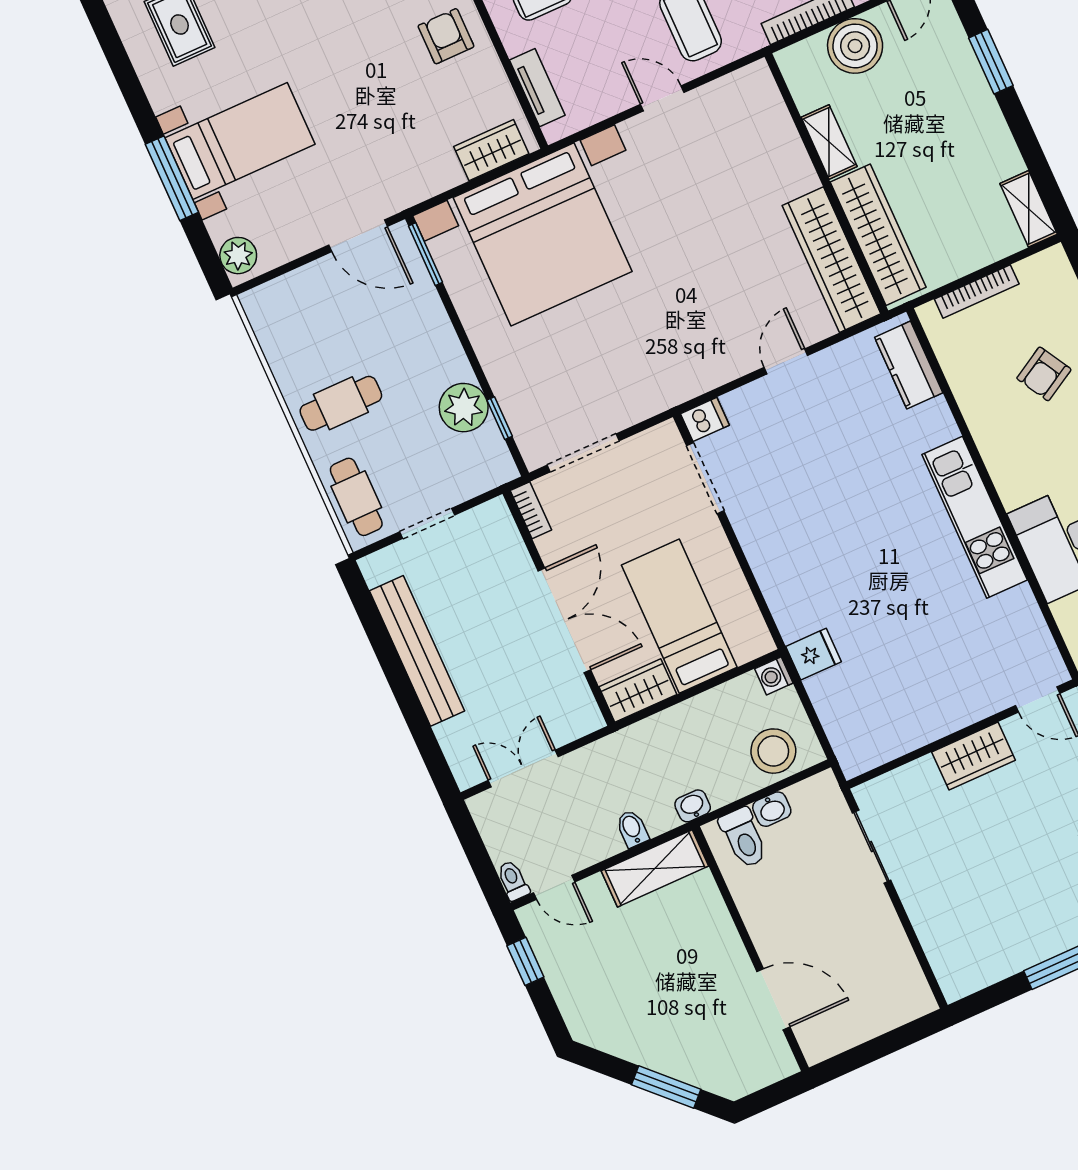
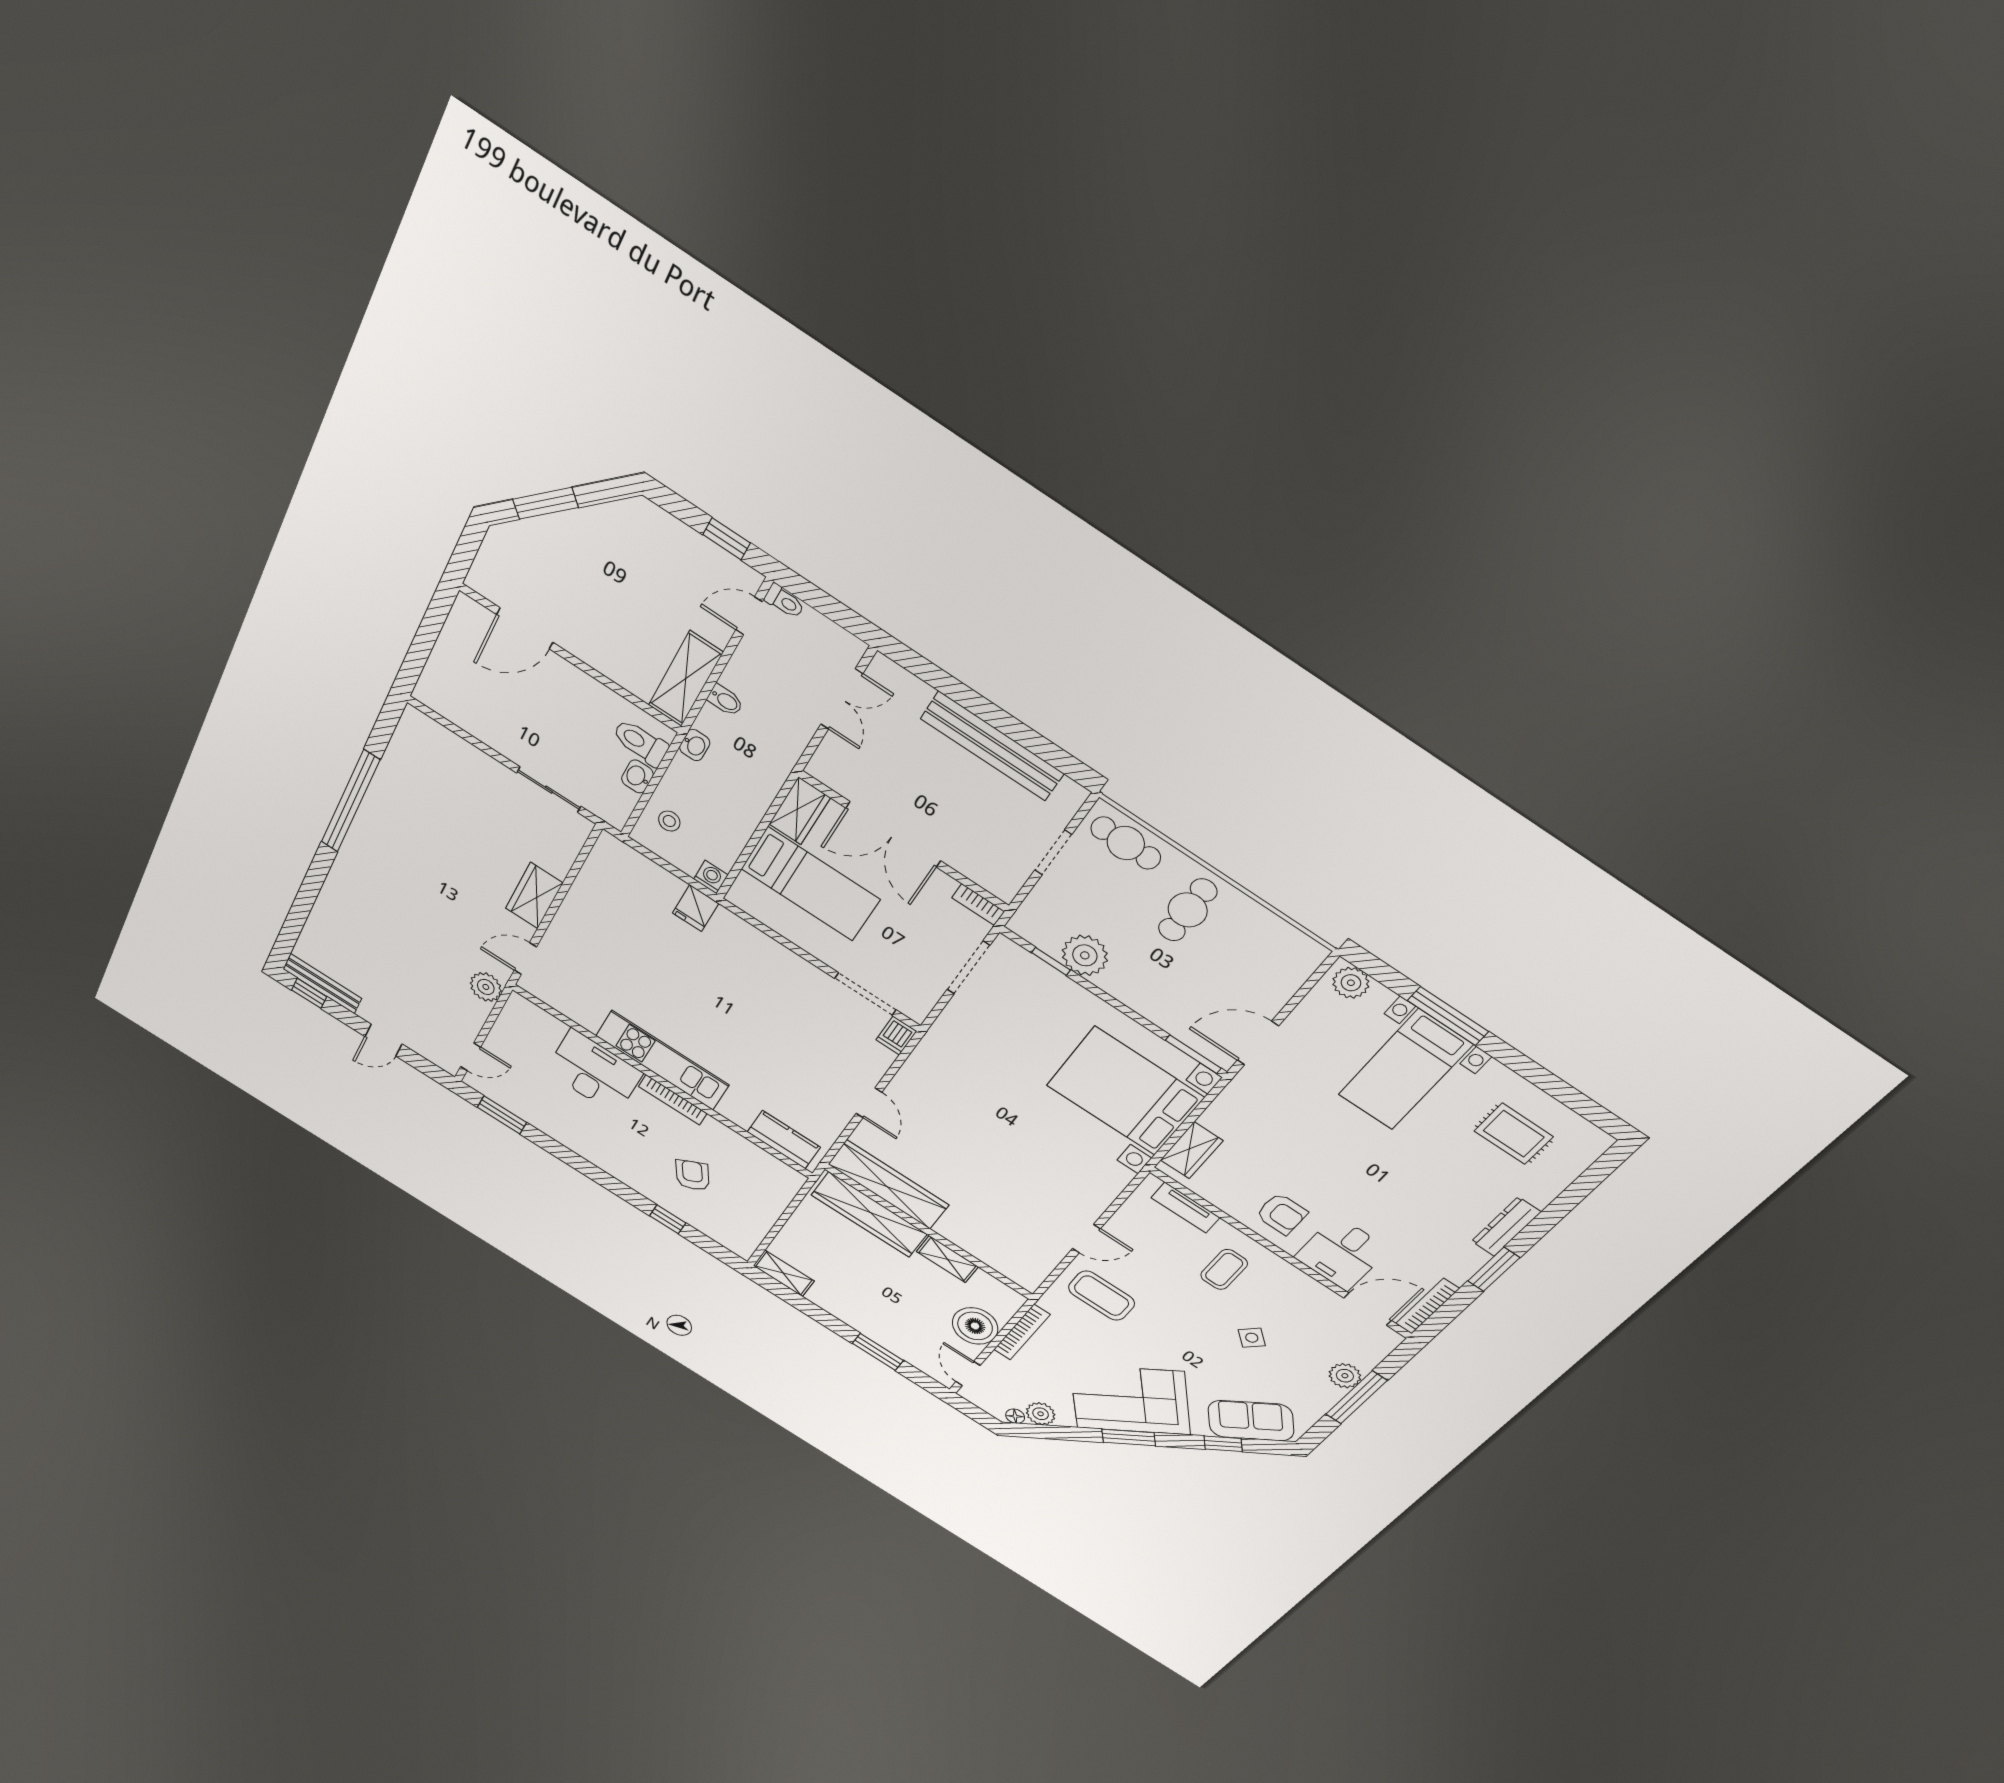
bed with nightstands: (543, 234) -> (1125, 1091), width x0.73
bookcase: (977, 291) -> (673, 1100), moved, turned -90
stool: (773, 751) -> (669, 821), width x0.53, depth x0.53

